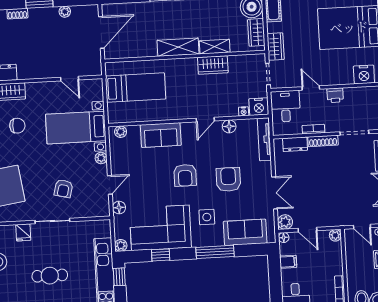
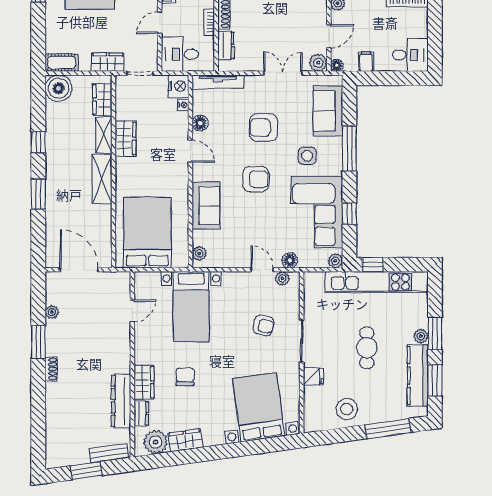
wardrobe: (256, 32) -> (102, 100), moved, turned 90
bed: (135, 88) -> (147, 233), width x1.50
plant: (101, 158) -> (282, 278), moved

